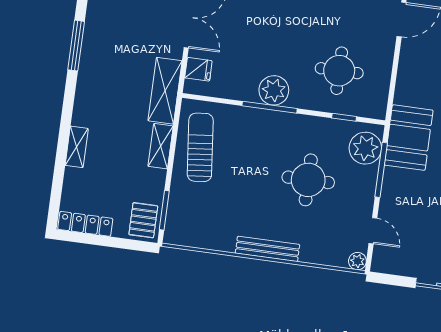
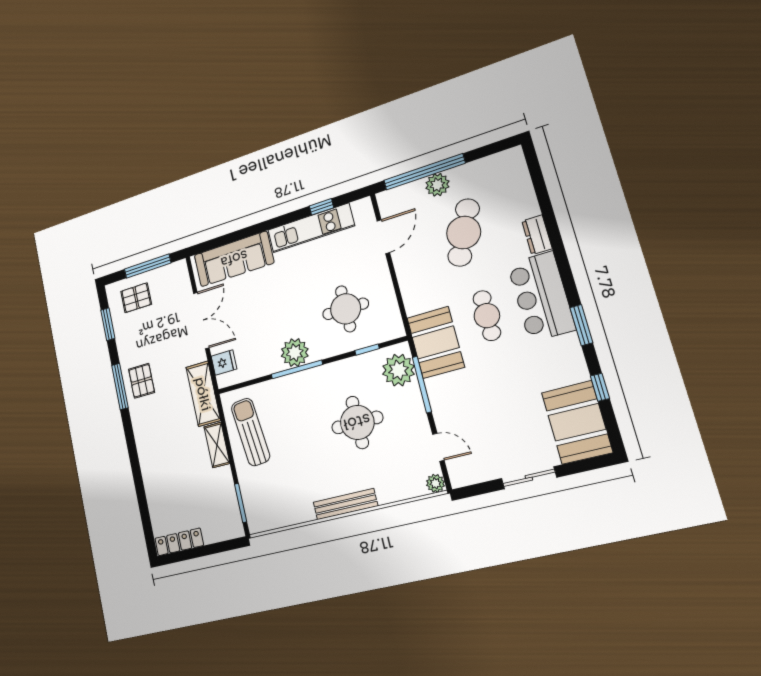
shelving: (77, 147) -> (149, 475), removed
pallet: (143, 220) -> (142, 381), moved

